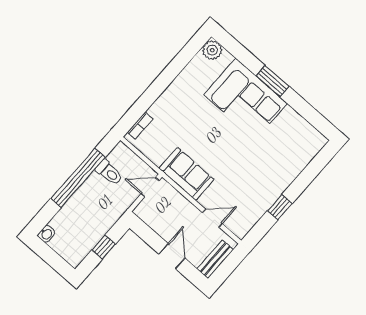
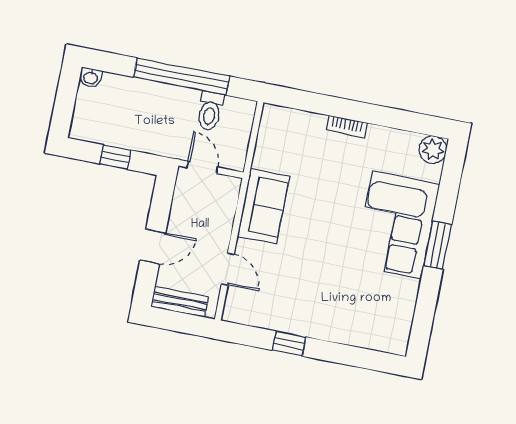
bookcase: (140, 126) -> (347, 127), moved
door: (150, 187) -> (202, 167), moved

